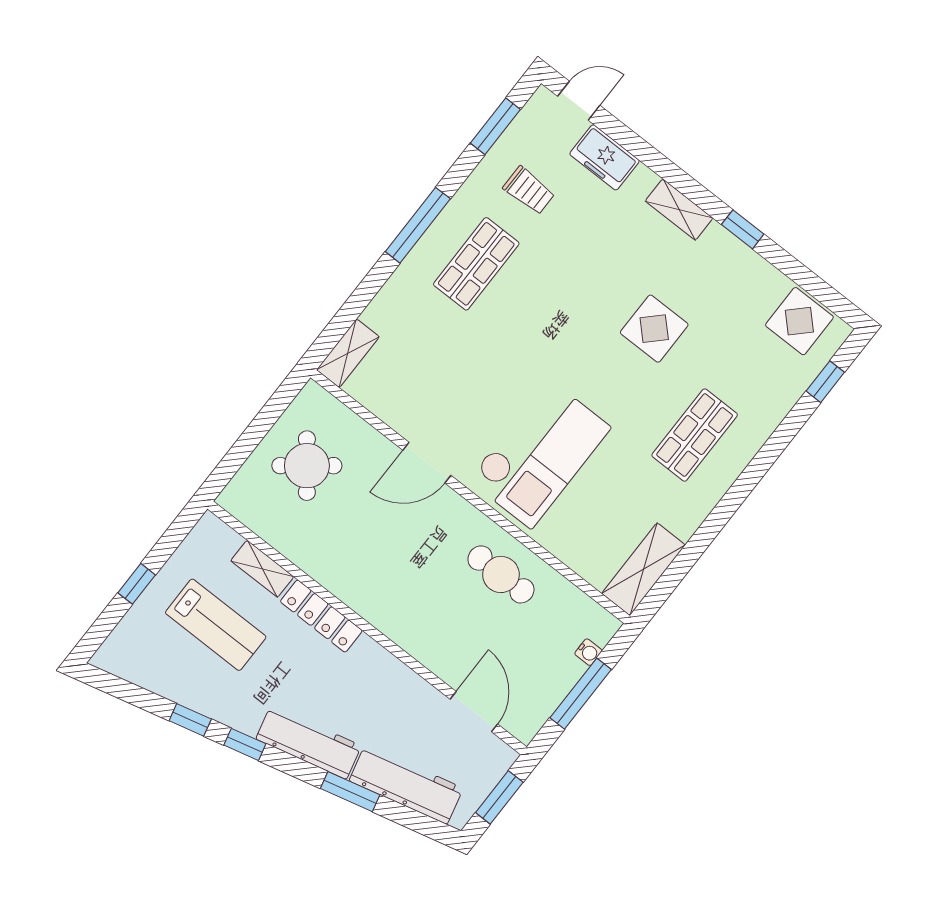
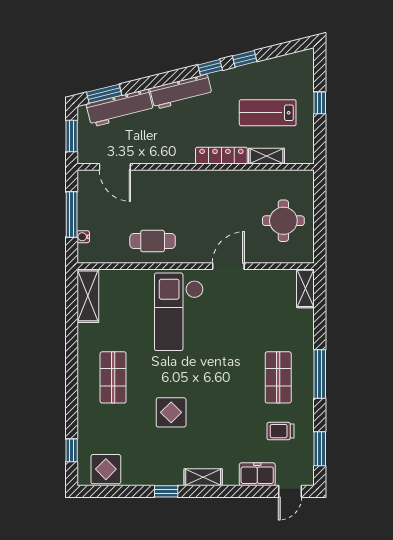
round table: (307, 466) -> (283, 221), turned 38
window: (350, 792) -> (104, 94), moved

